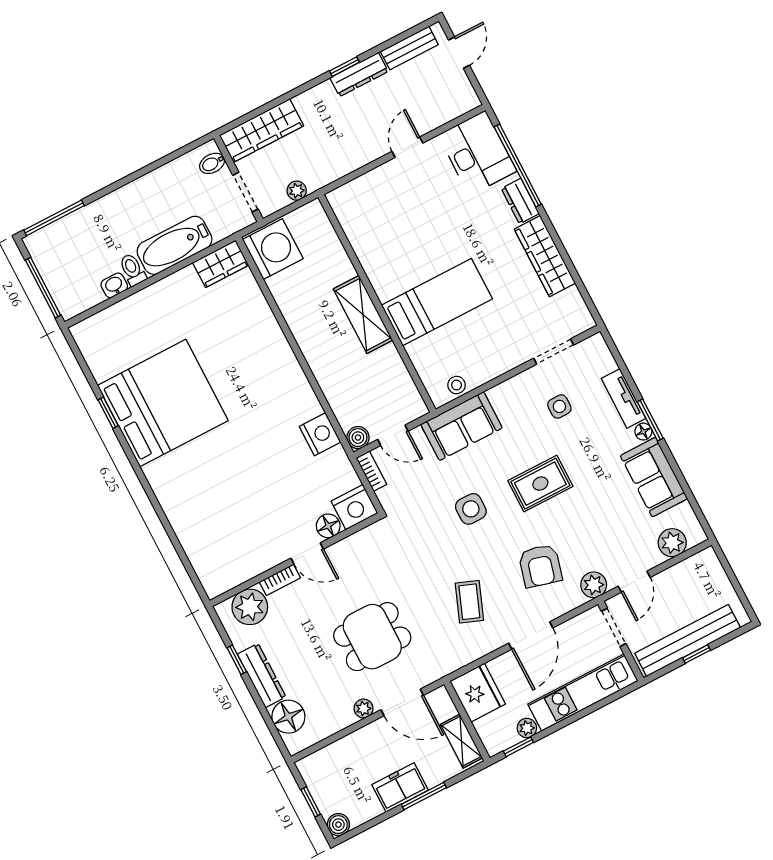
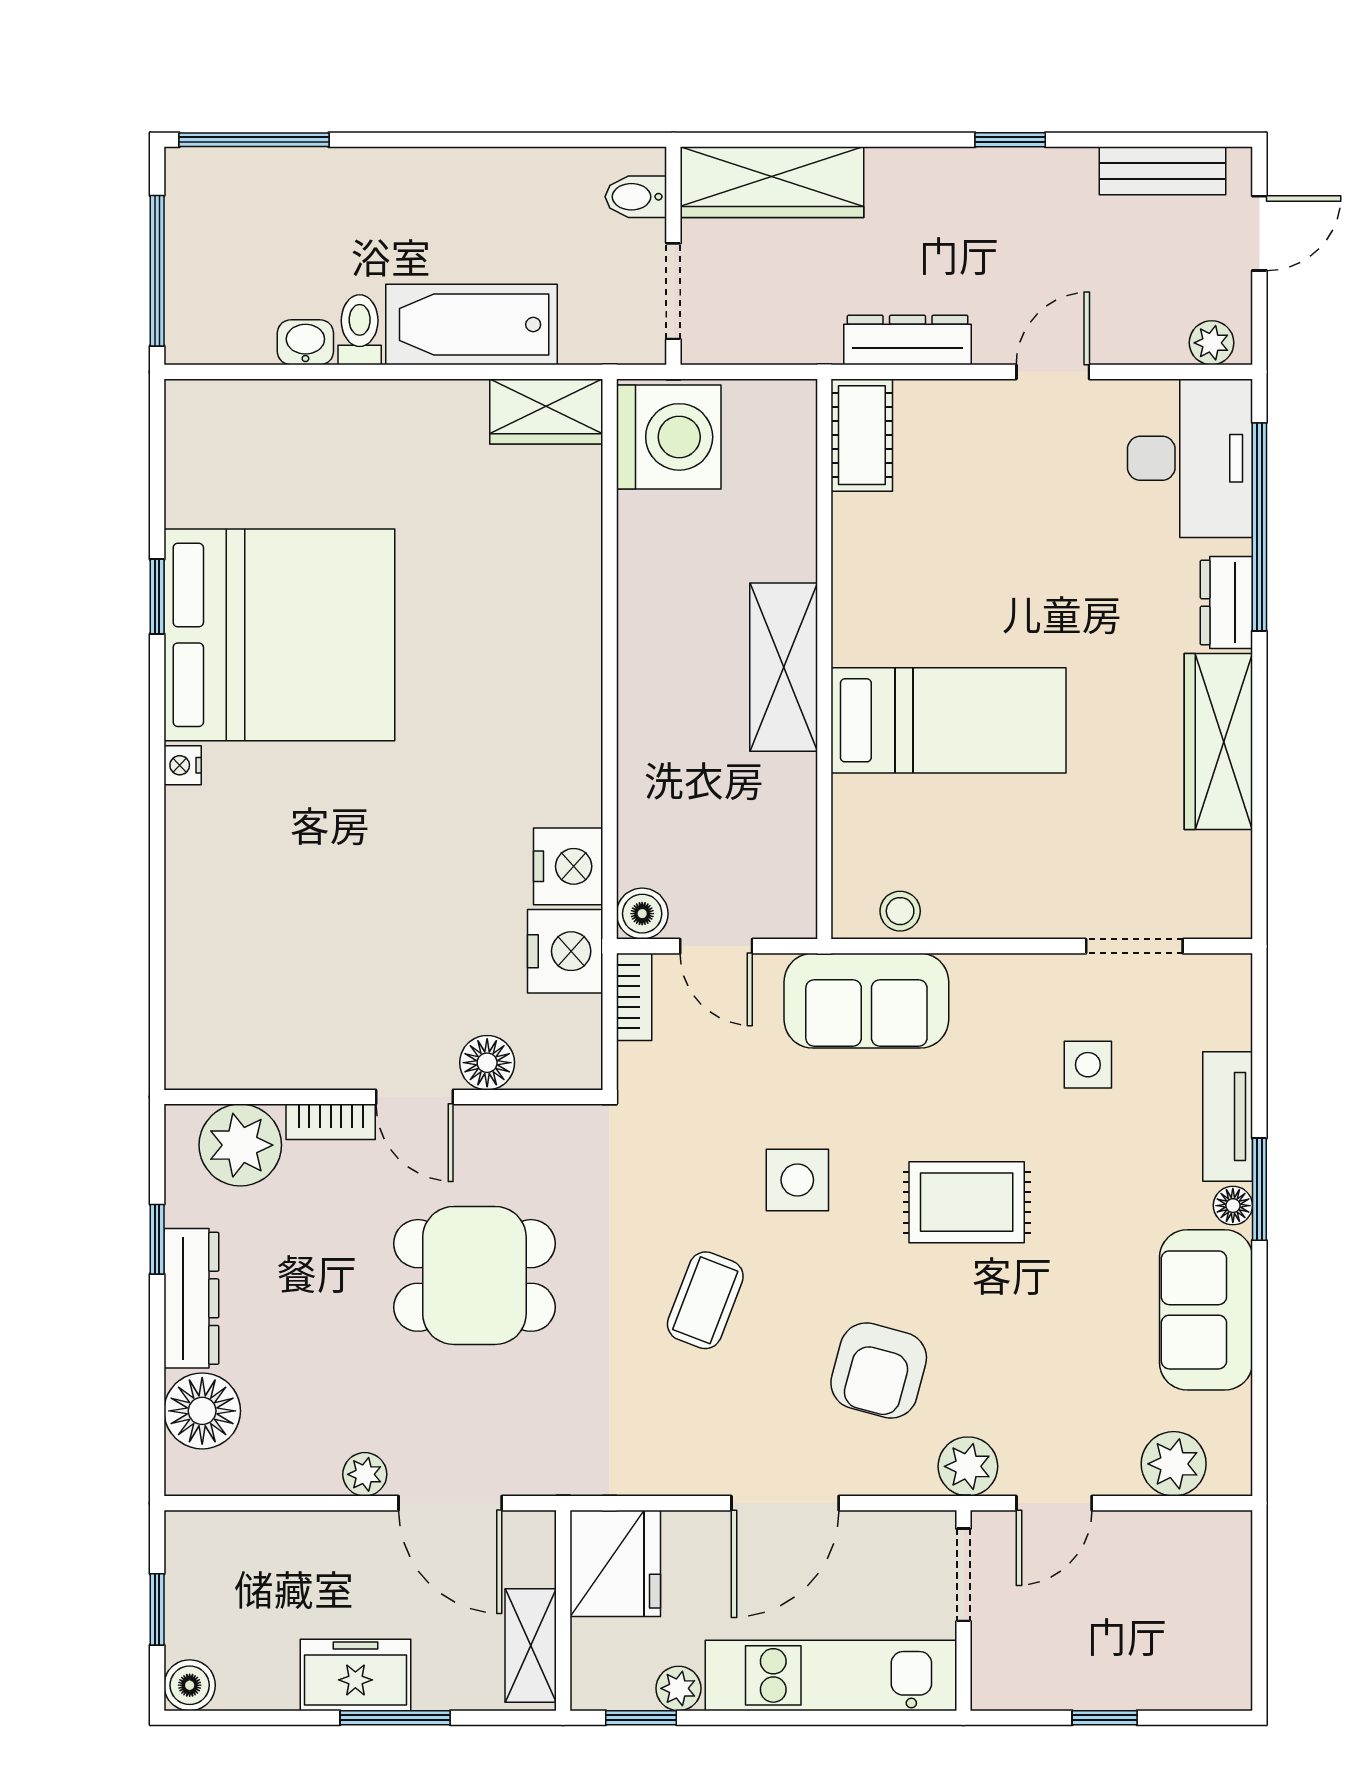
dresser: (359, 75) -> (908, 340), moved, turned 180
plant: (297, 191) -> (1212, 343), moved
cot: (347, 210) -> (862, 435), added
nightstand: (152, 472) -> (183, 765), added
nightstand: (354, 507) -> (565, 951), moved, turned -90
coffee table: (469, 602) -> (705, 1300), moved
dining table: (372, 637) -> (474, 1275), moved
bench: (688, 640) -> (1101, 1680), removed

